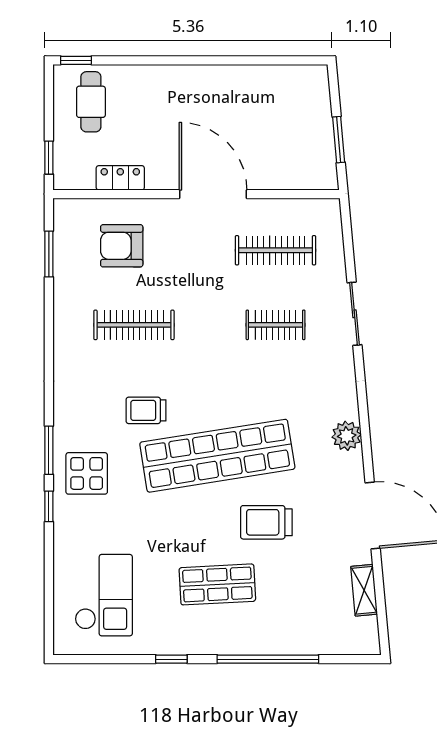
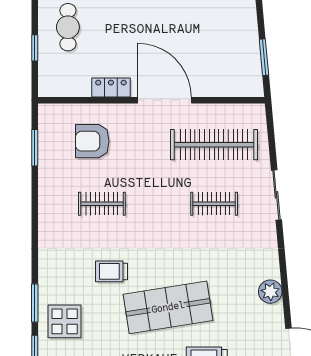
window: (49, 158) -> (35, 48), moved
locker: (120, 178) -> (111, 87), moved
clothes rail: (276, 250) -> (214, 145), width x1.37, depth x1.31
clothes rail: (134, 325) -> (102, 204), width x0.73
shop shelf: (217, 456) -> (168, 307), width x0.71

